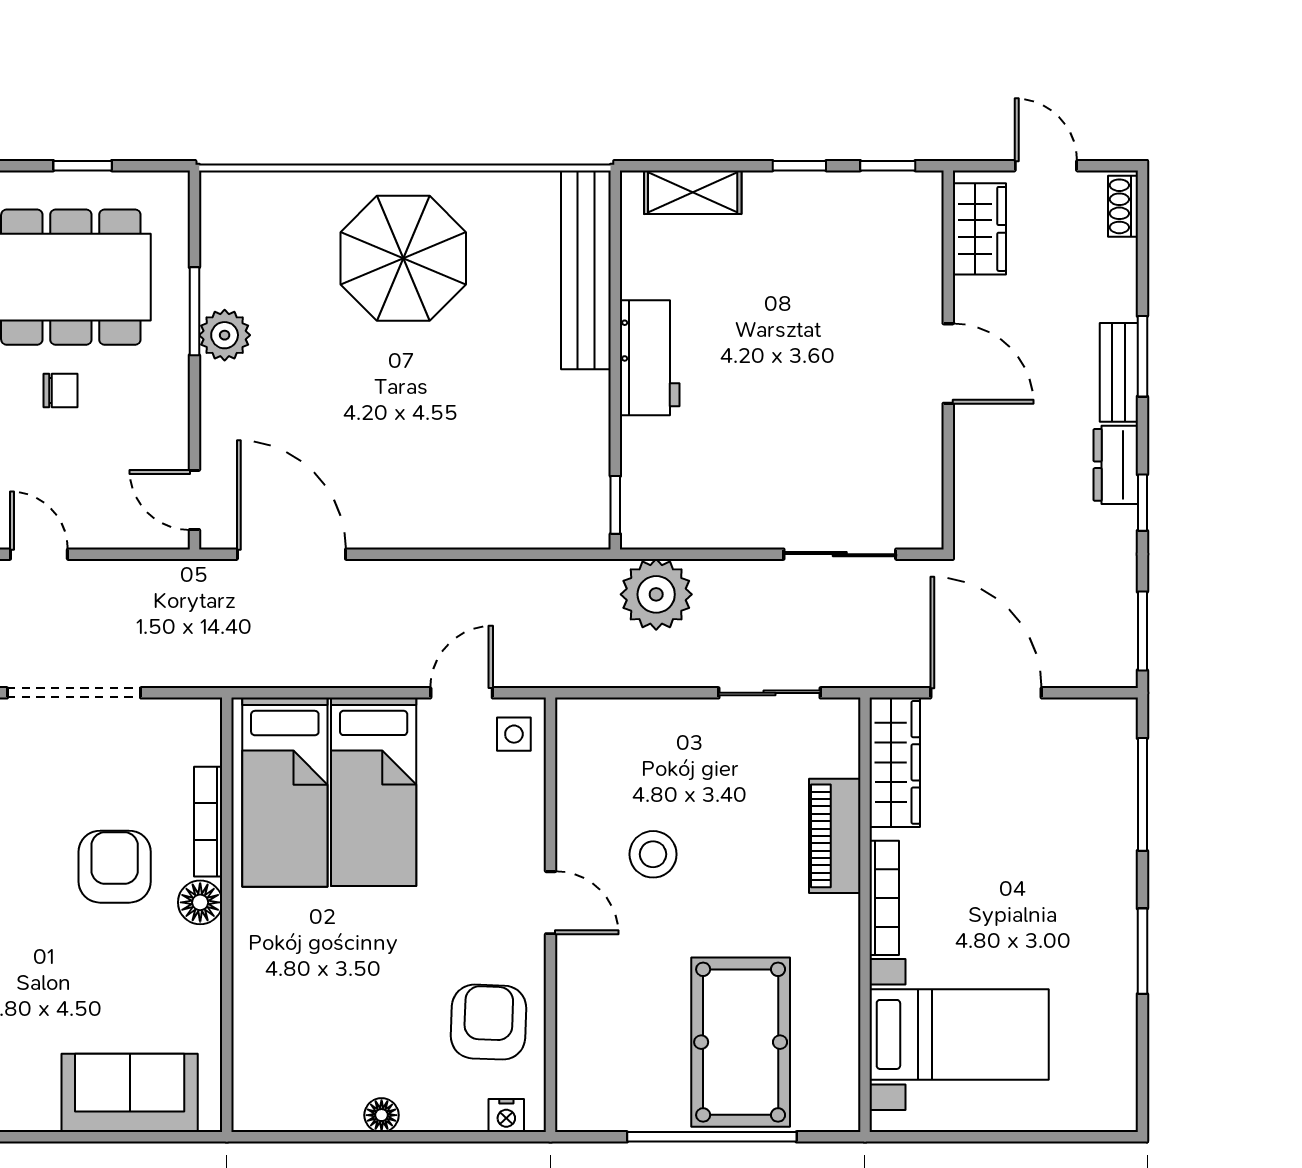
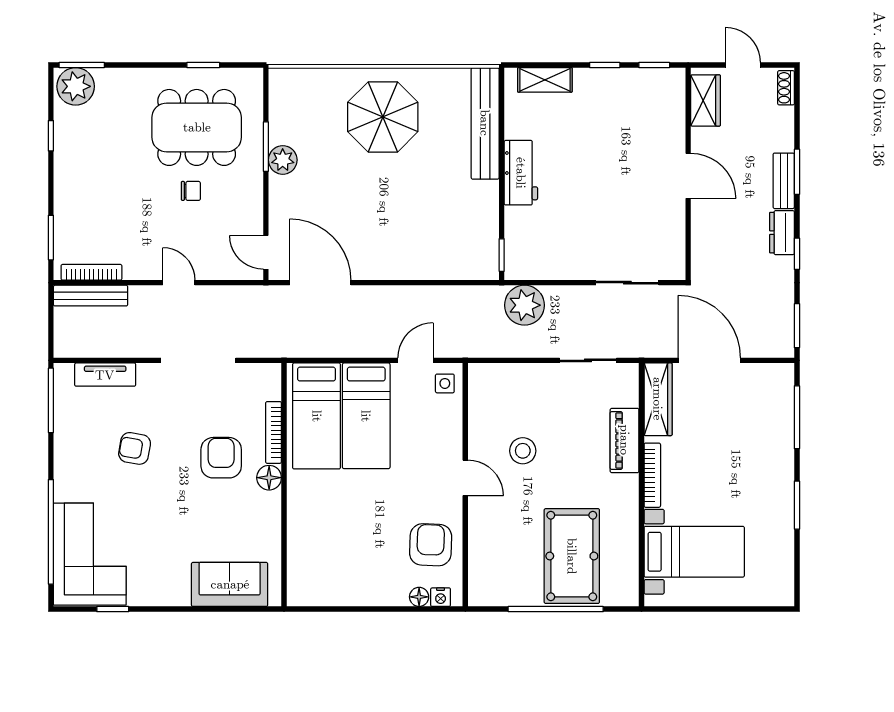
floor lamp: (382, 1115) -> (419, 597), moved

